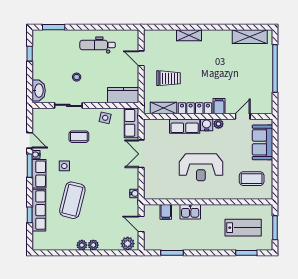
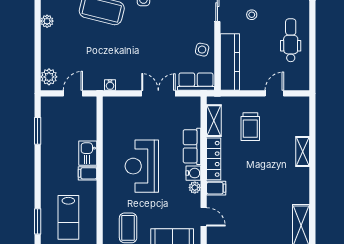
kitchen counter: (123, 95) -> (230, 62), width x1.50
coffee table: (79, 137) -> (179, 18), removed
filing cabinet: (166, 212) -> (88, 173), moved
plant: (93, 245) -> (47, 35), removed

